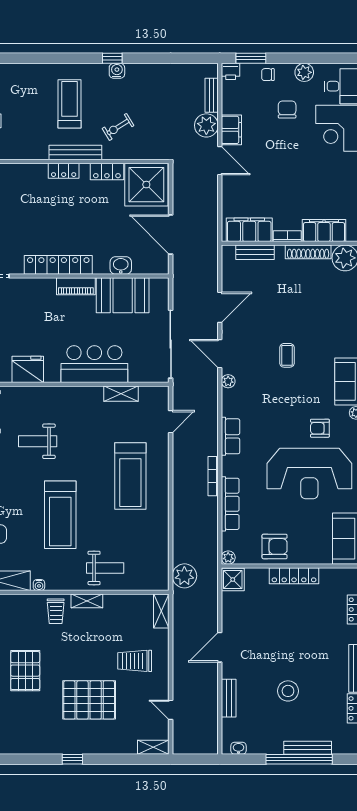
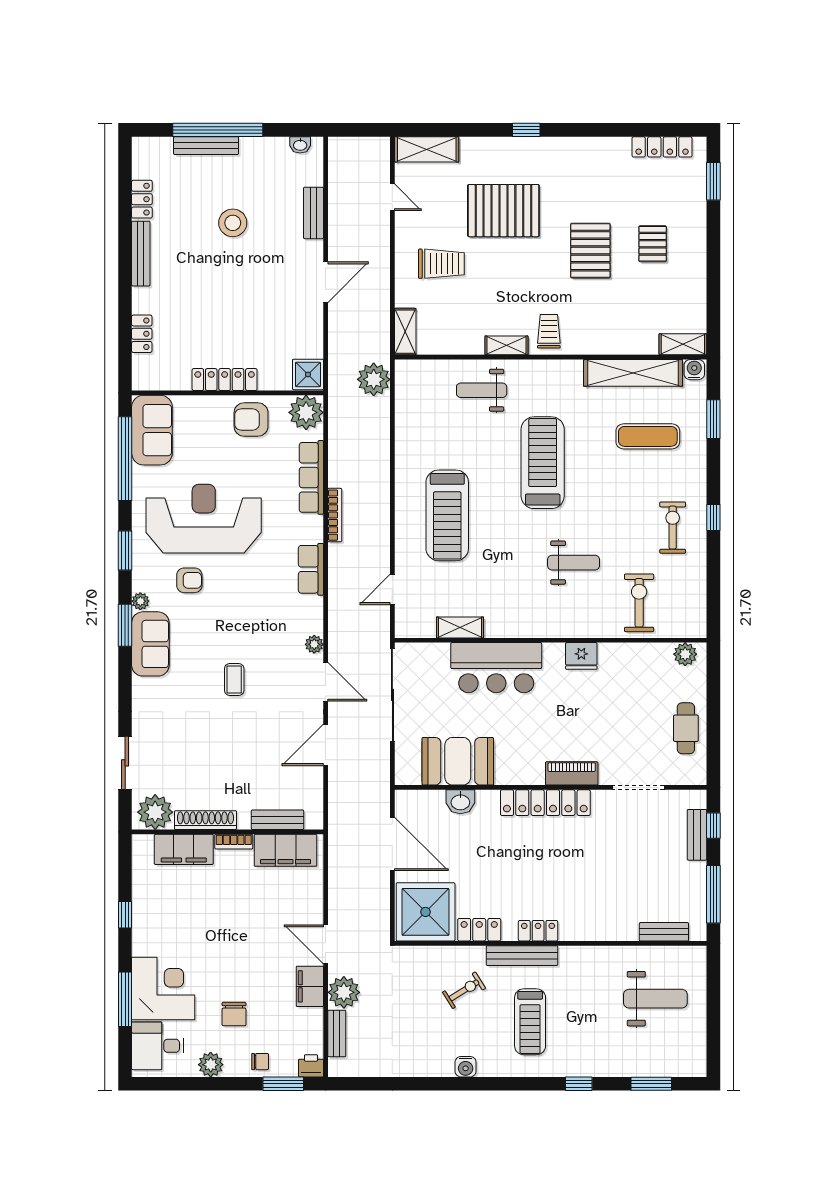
window: (112, 58) -> (579, 1084), moved
piano: (76, 286) -> (572, 773), moved
fridge: (28, 369) -> (581, 656), width x0.73, depth x0.75
treadmill: (130, 476) -> (447, 515), turned 180
plant: (228, 558) -> (306, 412), width x1.88, depth x1.88
water cooler: (39, 585) -> (572, 367), removed
shelving: (153, 747) -> (427, 149), width x1.50, depth x1.33

